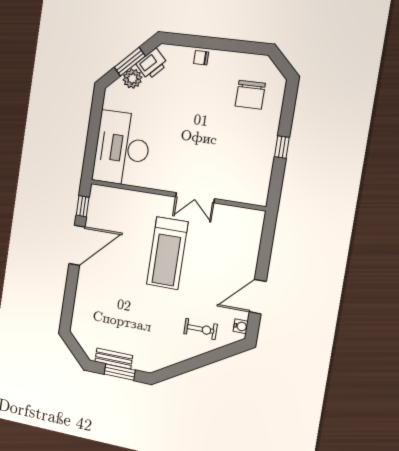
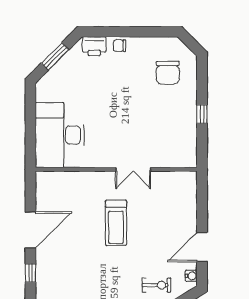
printer: (152, 64) -> (94, 46), moved, turned 45
plant: (132, 79) -> (60, 71), removed
window: (83, 206) -> (30, 273), moved
treadmill: (167, 253) -> (116, 223), width x0.73, depth x0.73

